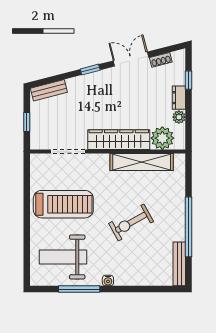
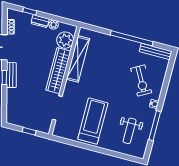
bench: (49, 90) -> (11, 75), moved
exercise bike: (131, 222) -> (141, 81), moved
weight bench: (63, 257) -> (130, 131), width x0.73, depth x0.75

